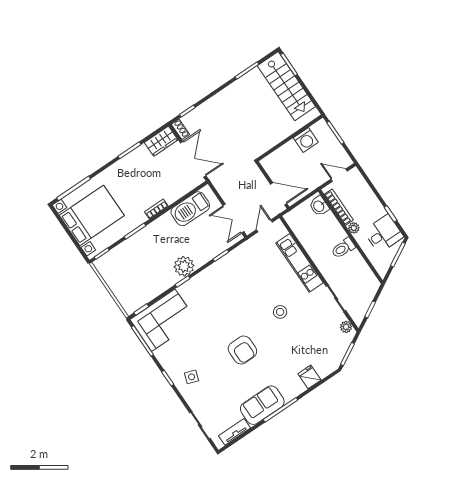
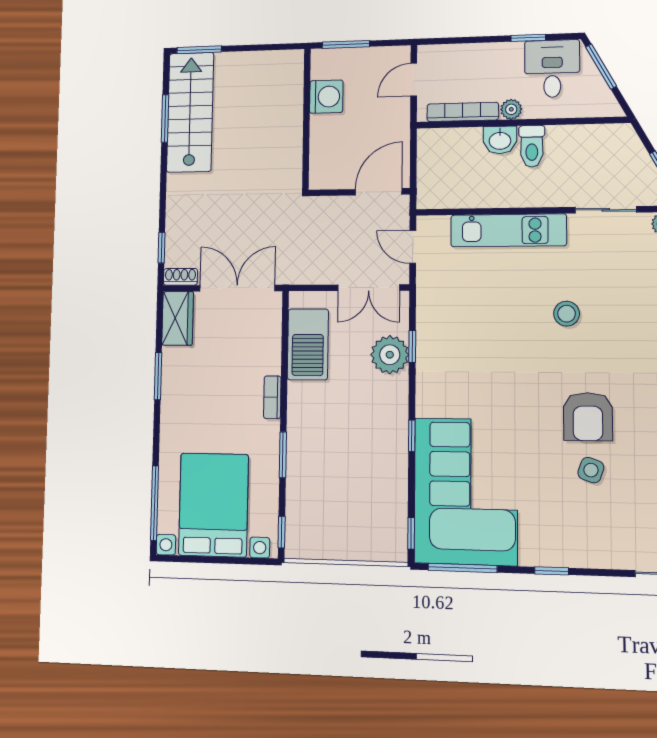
stairs: (286, 86) -> (190, 112), moved, turned -90
washbasin: (319, 206) -> (500, 140), moved
plant: (184, 266) -> (390, 355), moved
corner sofa: (163, 320) -> (466, 491), width x1.36, depth x1.36
armchair: (242, 350) -> (588, 417), turned 90
side table: (192, 377) -> (591, 470), moved

